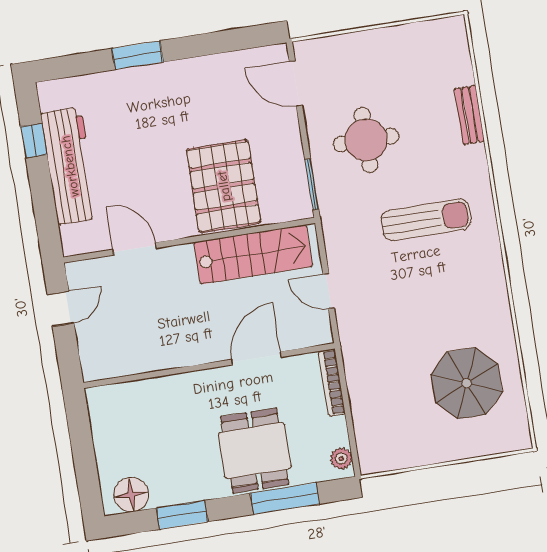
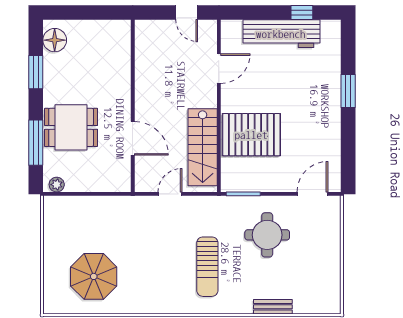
bookcase: (332, 383) -> (108, 186), removed

